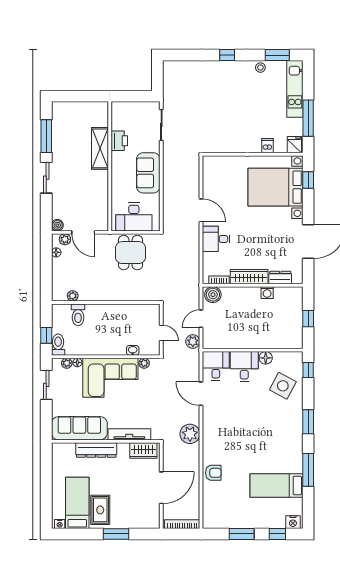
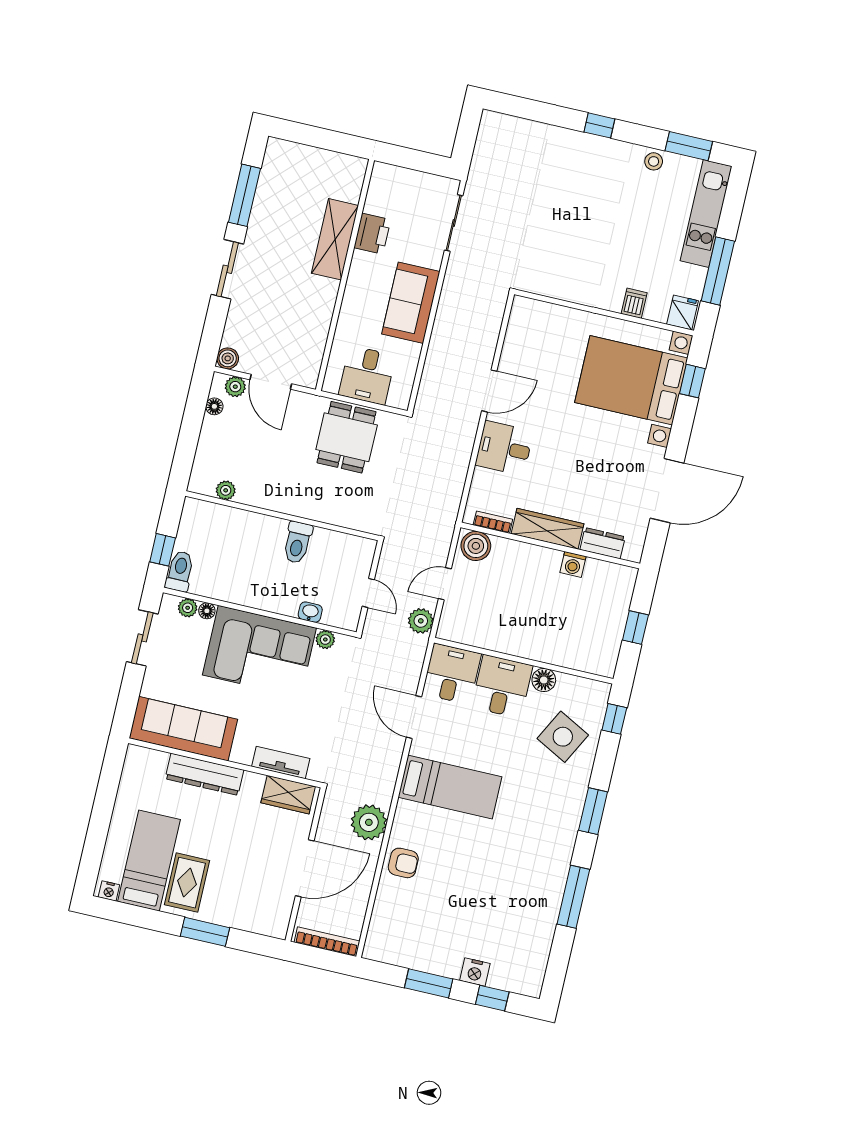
door: (201, 210) -> (489, 391), hinge flipped
desk: (134, 217) -> (367, 375), width x0.73
toilet: (78, 315) -> (297, 542), moved
tv unit: (129, 434) -> (281, 763), width x0.71
plant: (190, 434) -> (369, 822), moved
bed: (276, 485) -> (450, 787), moved, turned 180
nightstand: (293, 522) -> (475, 972), moved

